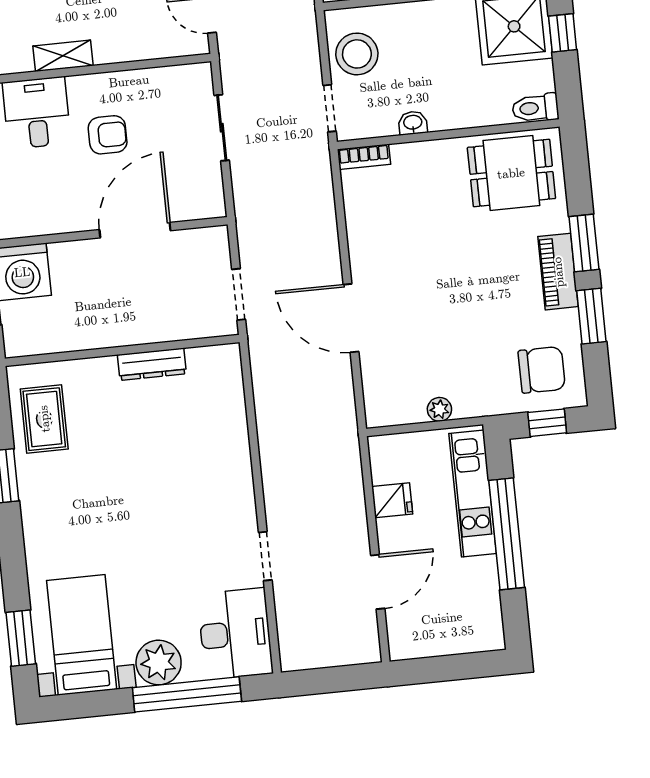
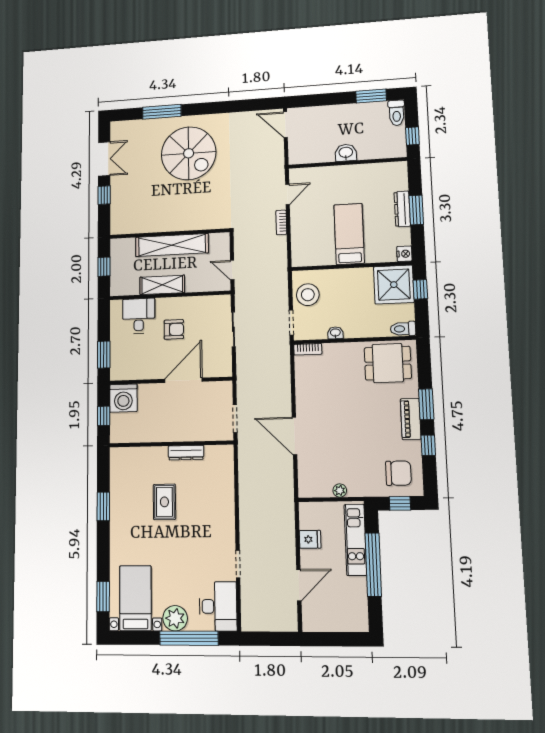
shelving: (63, 56) -> (162, 285), width x1.50, depth x1.33
window: (591, 316) -> (428, 445), width x0.67
rug: (44, 419) -> (164, 502), moved

